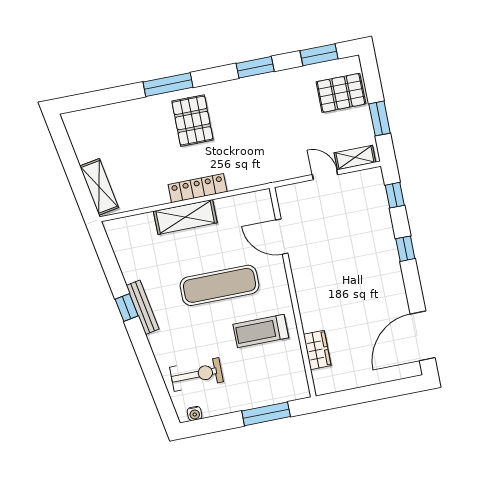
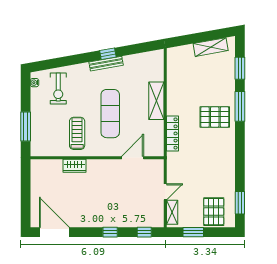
window: (255, 67) -> (240, 68), moved
shelving: (99, 187) -> (211, 47), moved
locker: (198, 188) -> (173, 133), moved
wardrobe: (317, 350) -> (74, 166), moved

